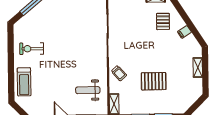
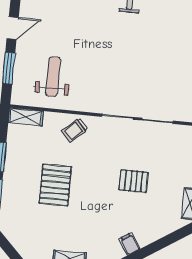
pallet: (163, 21) -> (134, 181), moved

